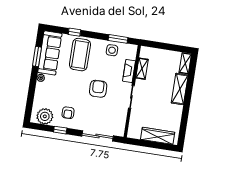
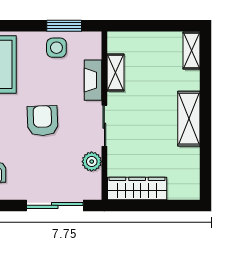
shelving: (180, 89) -> (189, 119), moved
plant: (121, 115) -> (92, 162), added
wardrobe: (158, 136) -> (137, 188), moved

